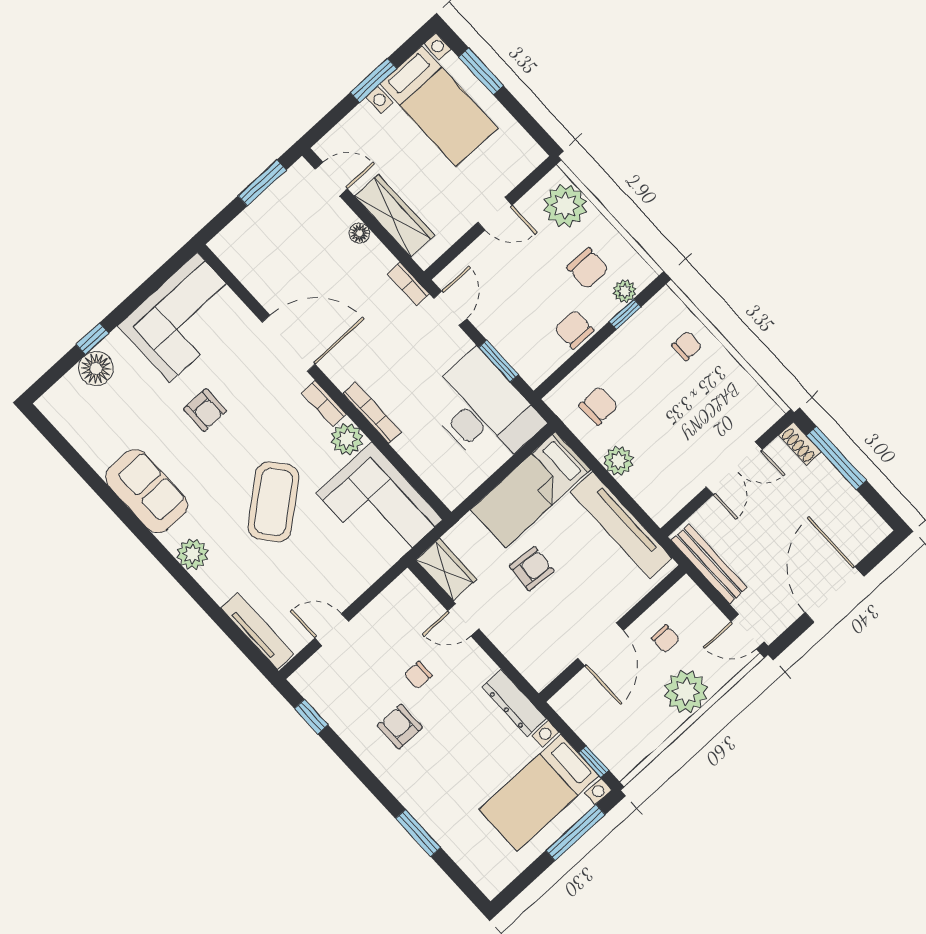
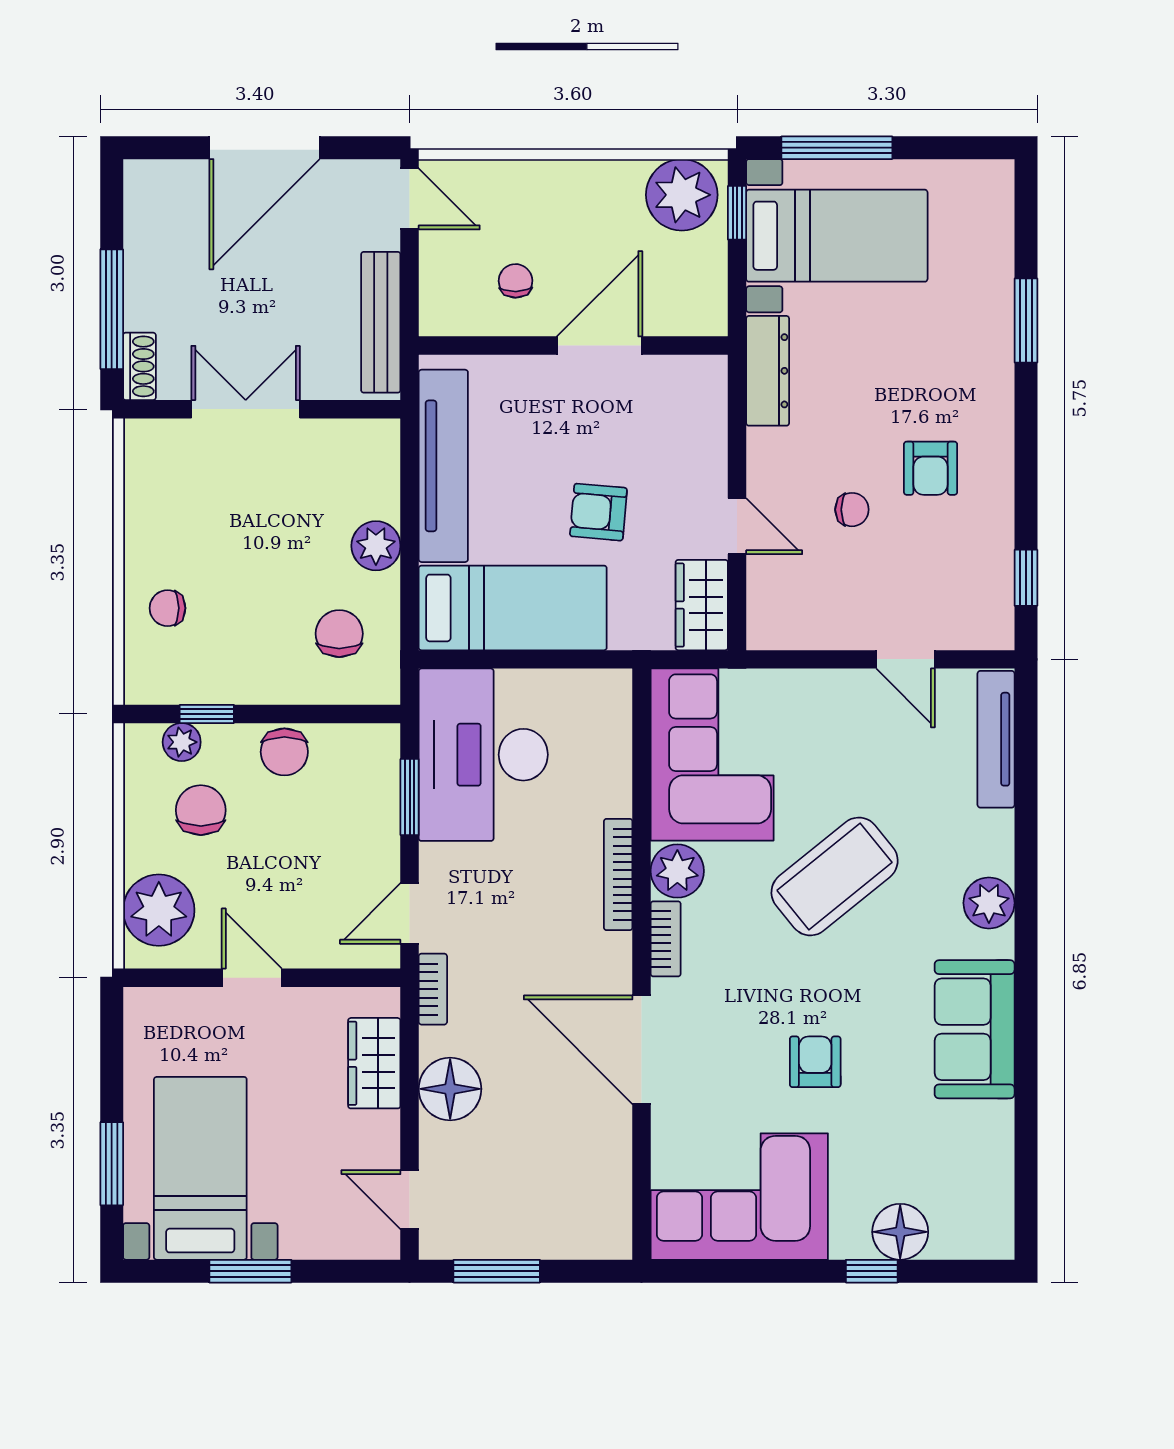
wardrobe: (395, 216) -> (374, 1063), width x0.67
floor lamp: (360, 233) -> (450, 1089), width x1.89, depth x1.89
chair: (598, 406) -> (339, 634), turned 91
plant: (686, 692) -> (682, 195), moved

